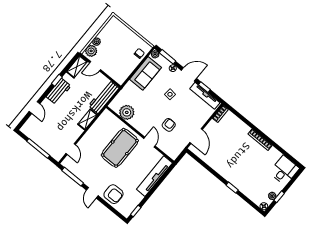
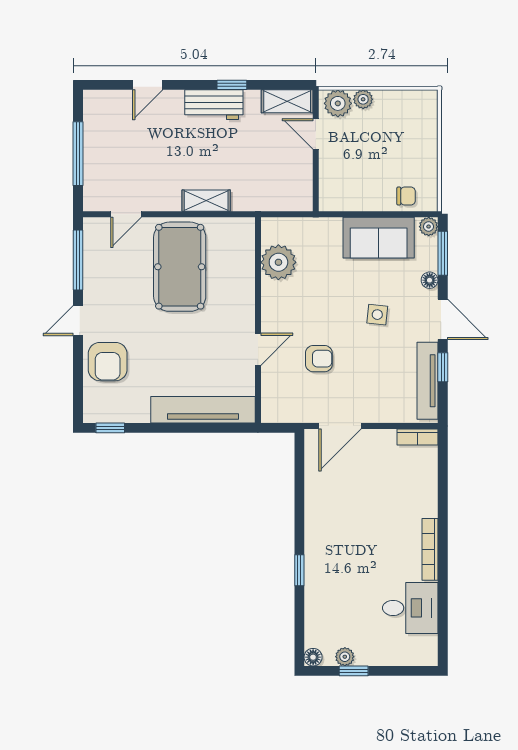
workbench: (104, 97) -> (272, 196), removed
pool table: (120, 148) -> (180, 267), moved, turned 90
desk: (284, 170) -> (410, 608), moved

